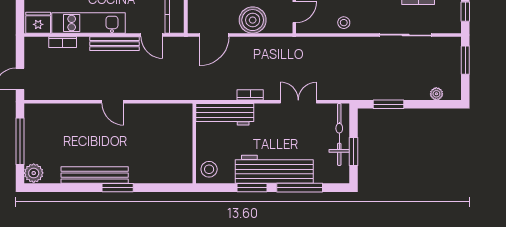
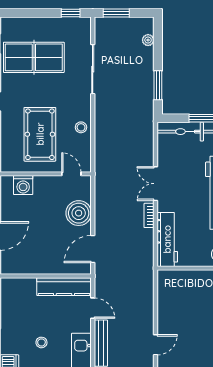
door: (152, 35) -> (93, 308), hinge flipped
door: (214, 35) -> (93, 249), swing flipped
double door: (298, 102) -> (156, 184), moved

